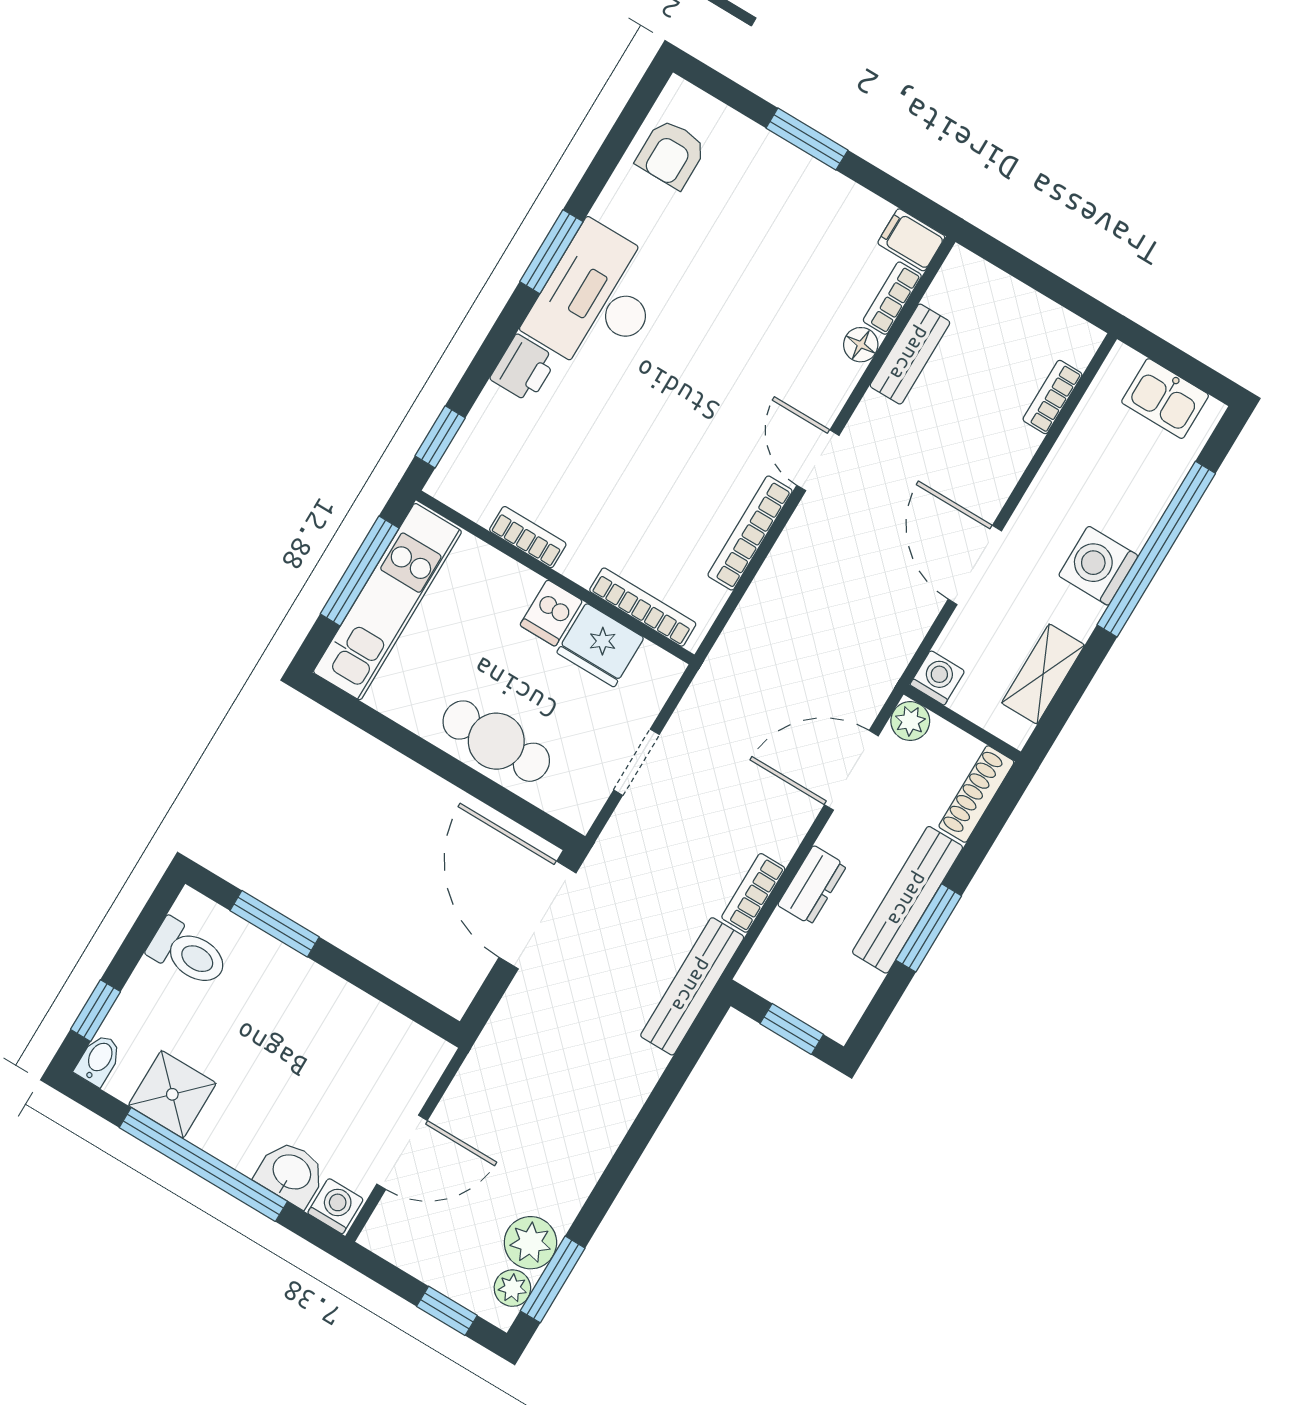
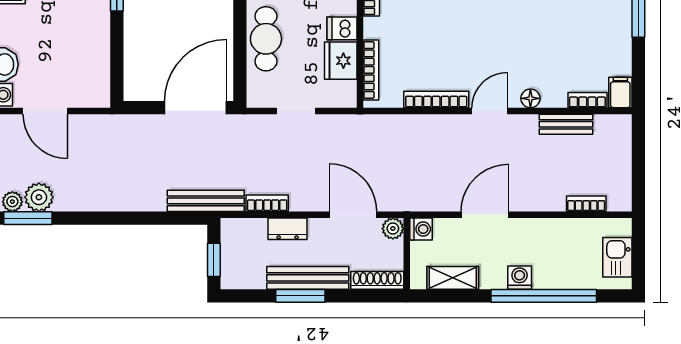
floor lamp: (861, 345) -> (530, 98), moved
washing machine: (1098, 566) -> (520, 278), width x0.73, depth x0.73

